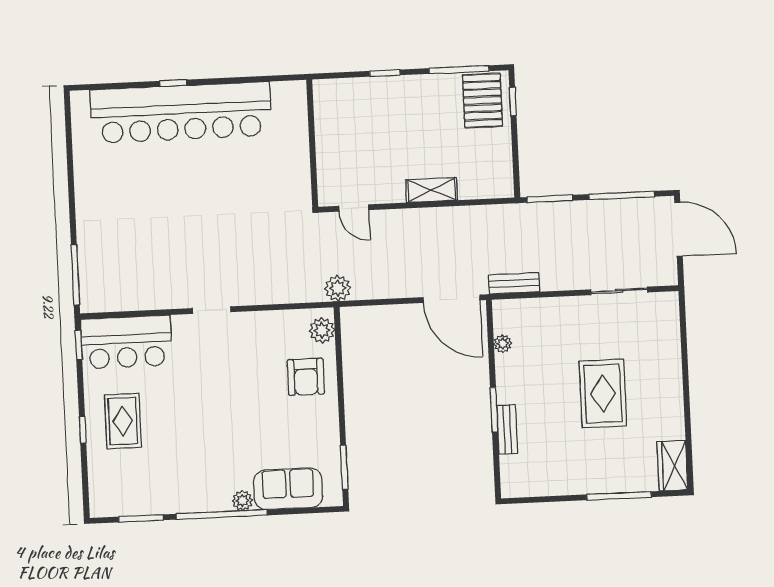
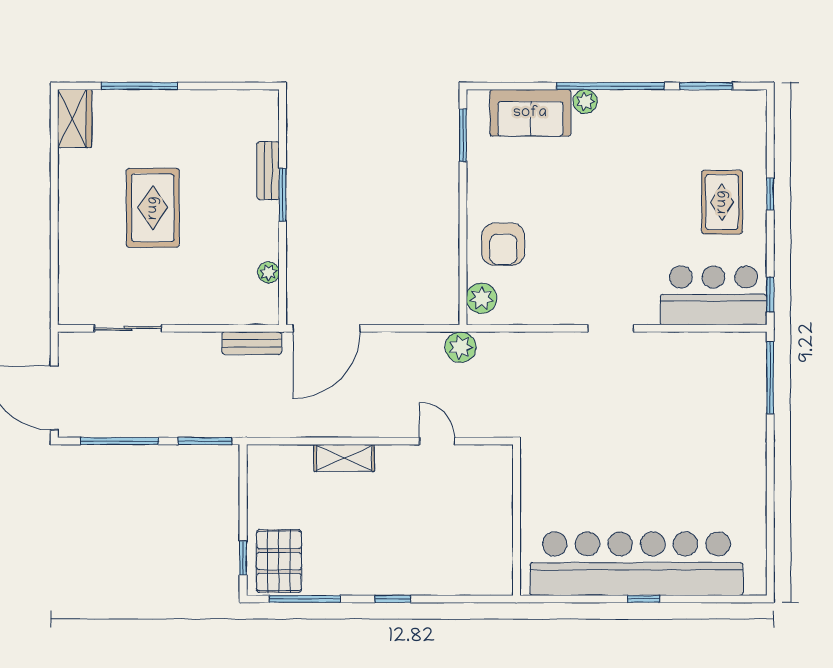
wall: (312, 143) -> (516, 520), moved
door: (452, 299) -> (326, 328), swing flipped
armchair: (306, 377) -> (503, 244), turned 180

